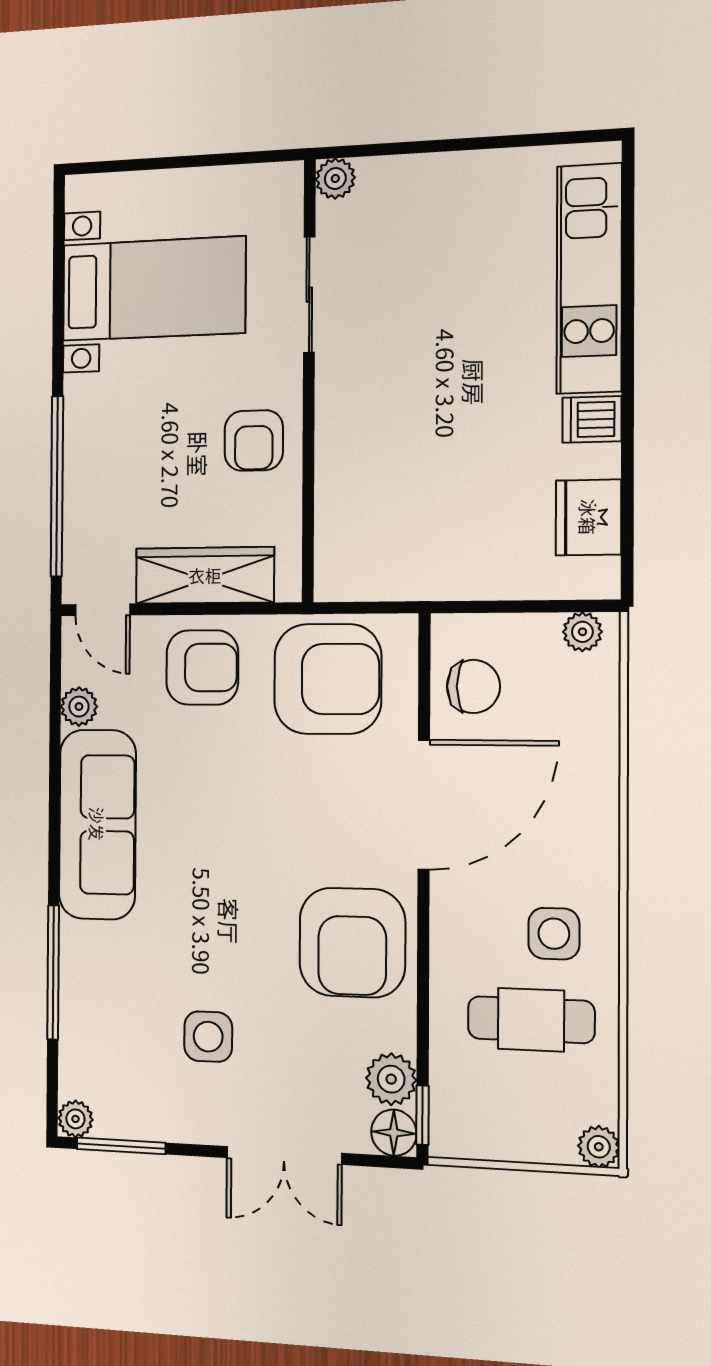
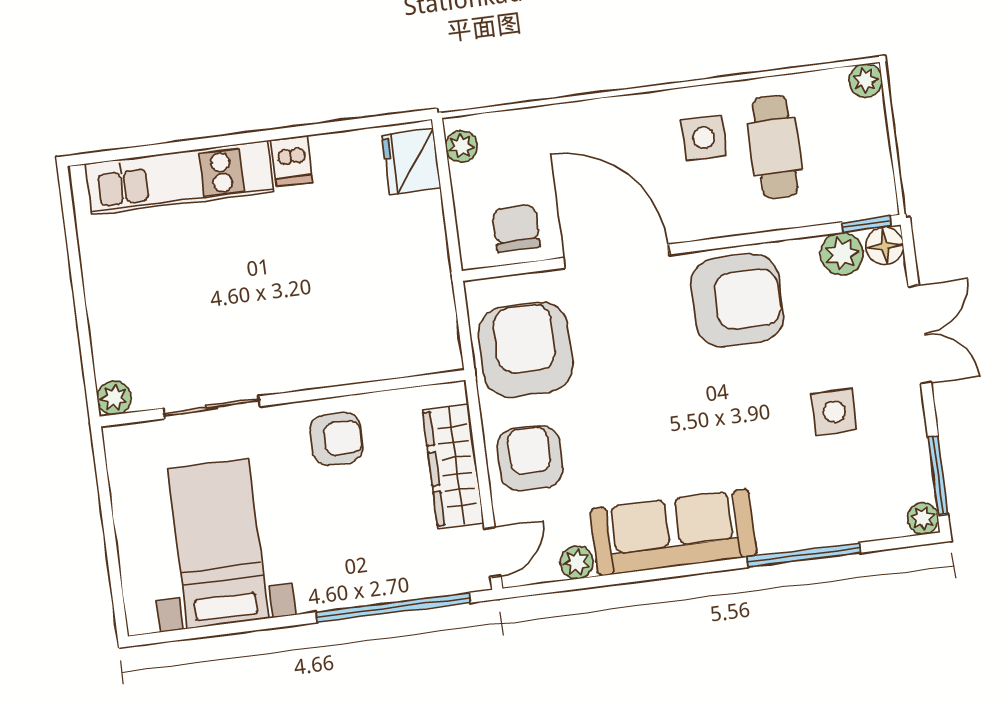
fridge: (588, 517) -> (411, 161), moved, turned 90

